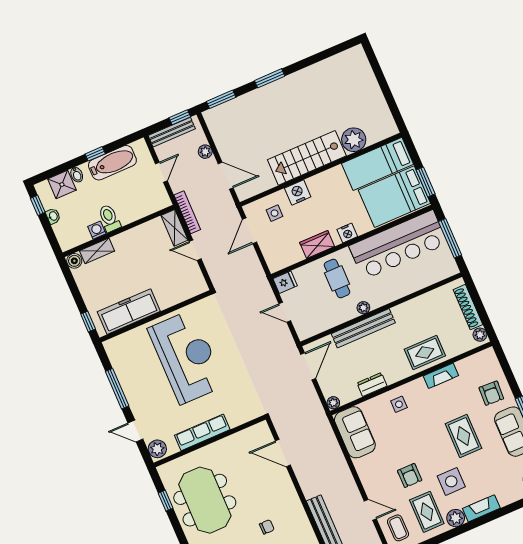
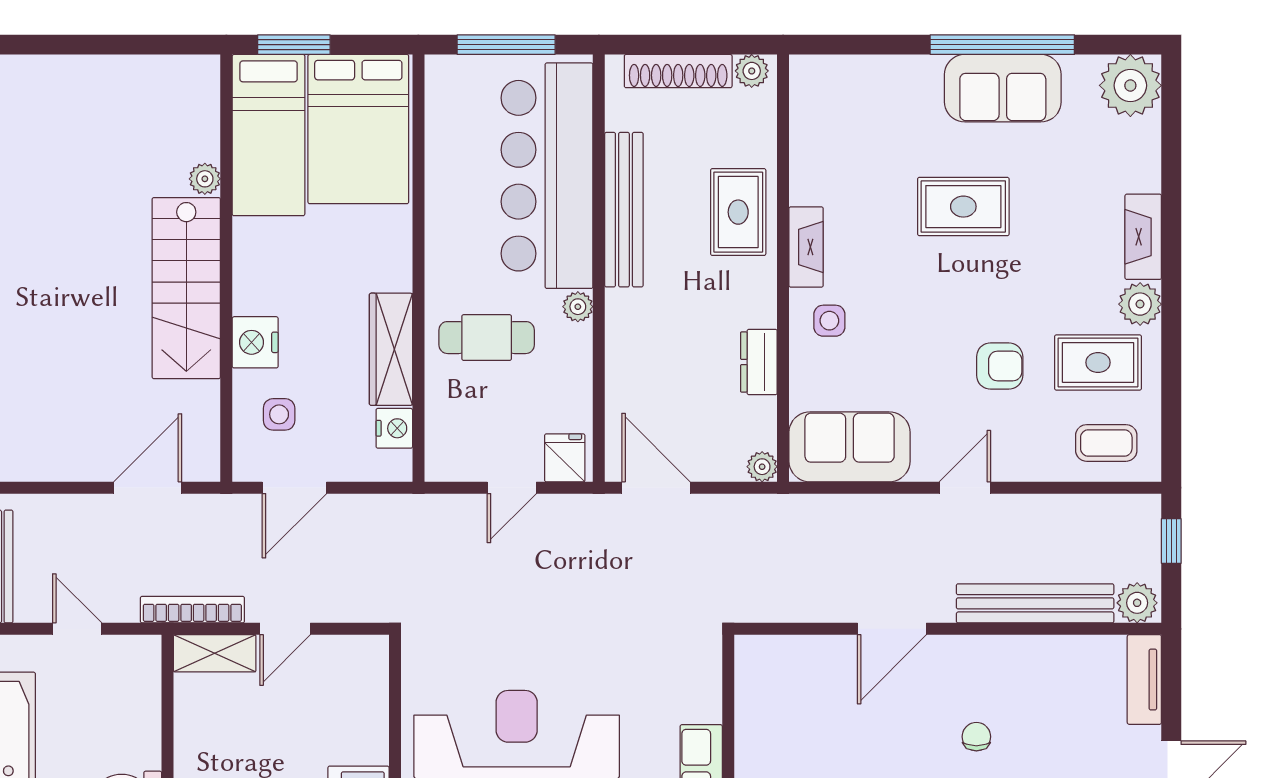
plant: (354, 140) -> (205, 179), width x0.53, depth x0.53
plant: (205, 152) -> (73, 510), removed
window: (426, 182) -> (294, 45), moved
door: (250, 231) -> (294, 488), hinge flipped
nightstand: (347, 233) -> (394, 428), moved
wardrobe: (317, 245) -> (391, 349), width x1.50
bar counter: (398, 245) -> (547, 176), moved, turned 180
fridge: (285, 282) -> (565, 458), moved
bench: (363, 328) -> (624, 210), moved
fireplace: (441, 376) -> (806, 247), moved
armchair: (491, 393) -> (894, 102), removed
door: (283, 453) -> (892, 629), moved
side table: (451, 481) -> (1054, 278), removed
door: (370, 510) -> (965, 488), moved

